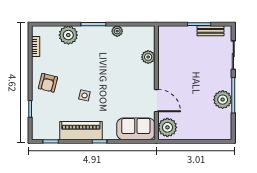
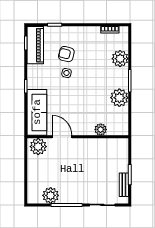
plant: (117, 31) -> (119, 98), width x1.87, depth x1.87
armchair: (48, 83) -> (66, 54), moved
plant: (223, 100) -> (51, 195), moved
door: (156, 101) -> (62, 137), swing flipped
sofa: (136, 129) -> (37, 112), width x1.36
piano: (81, 131) -> (35, 45), moved

